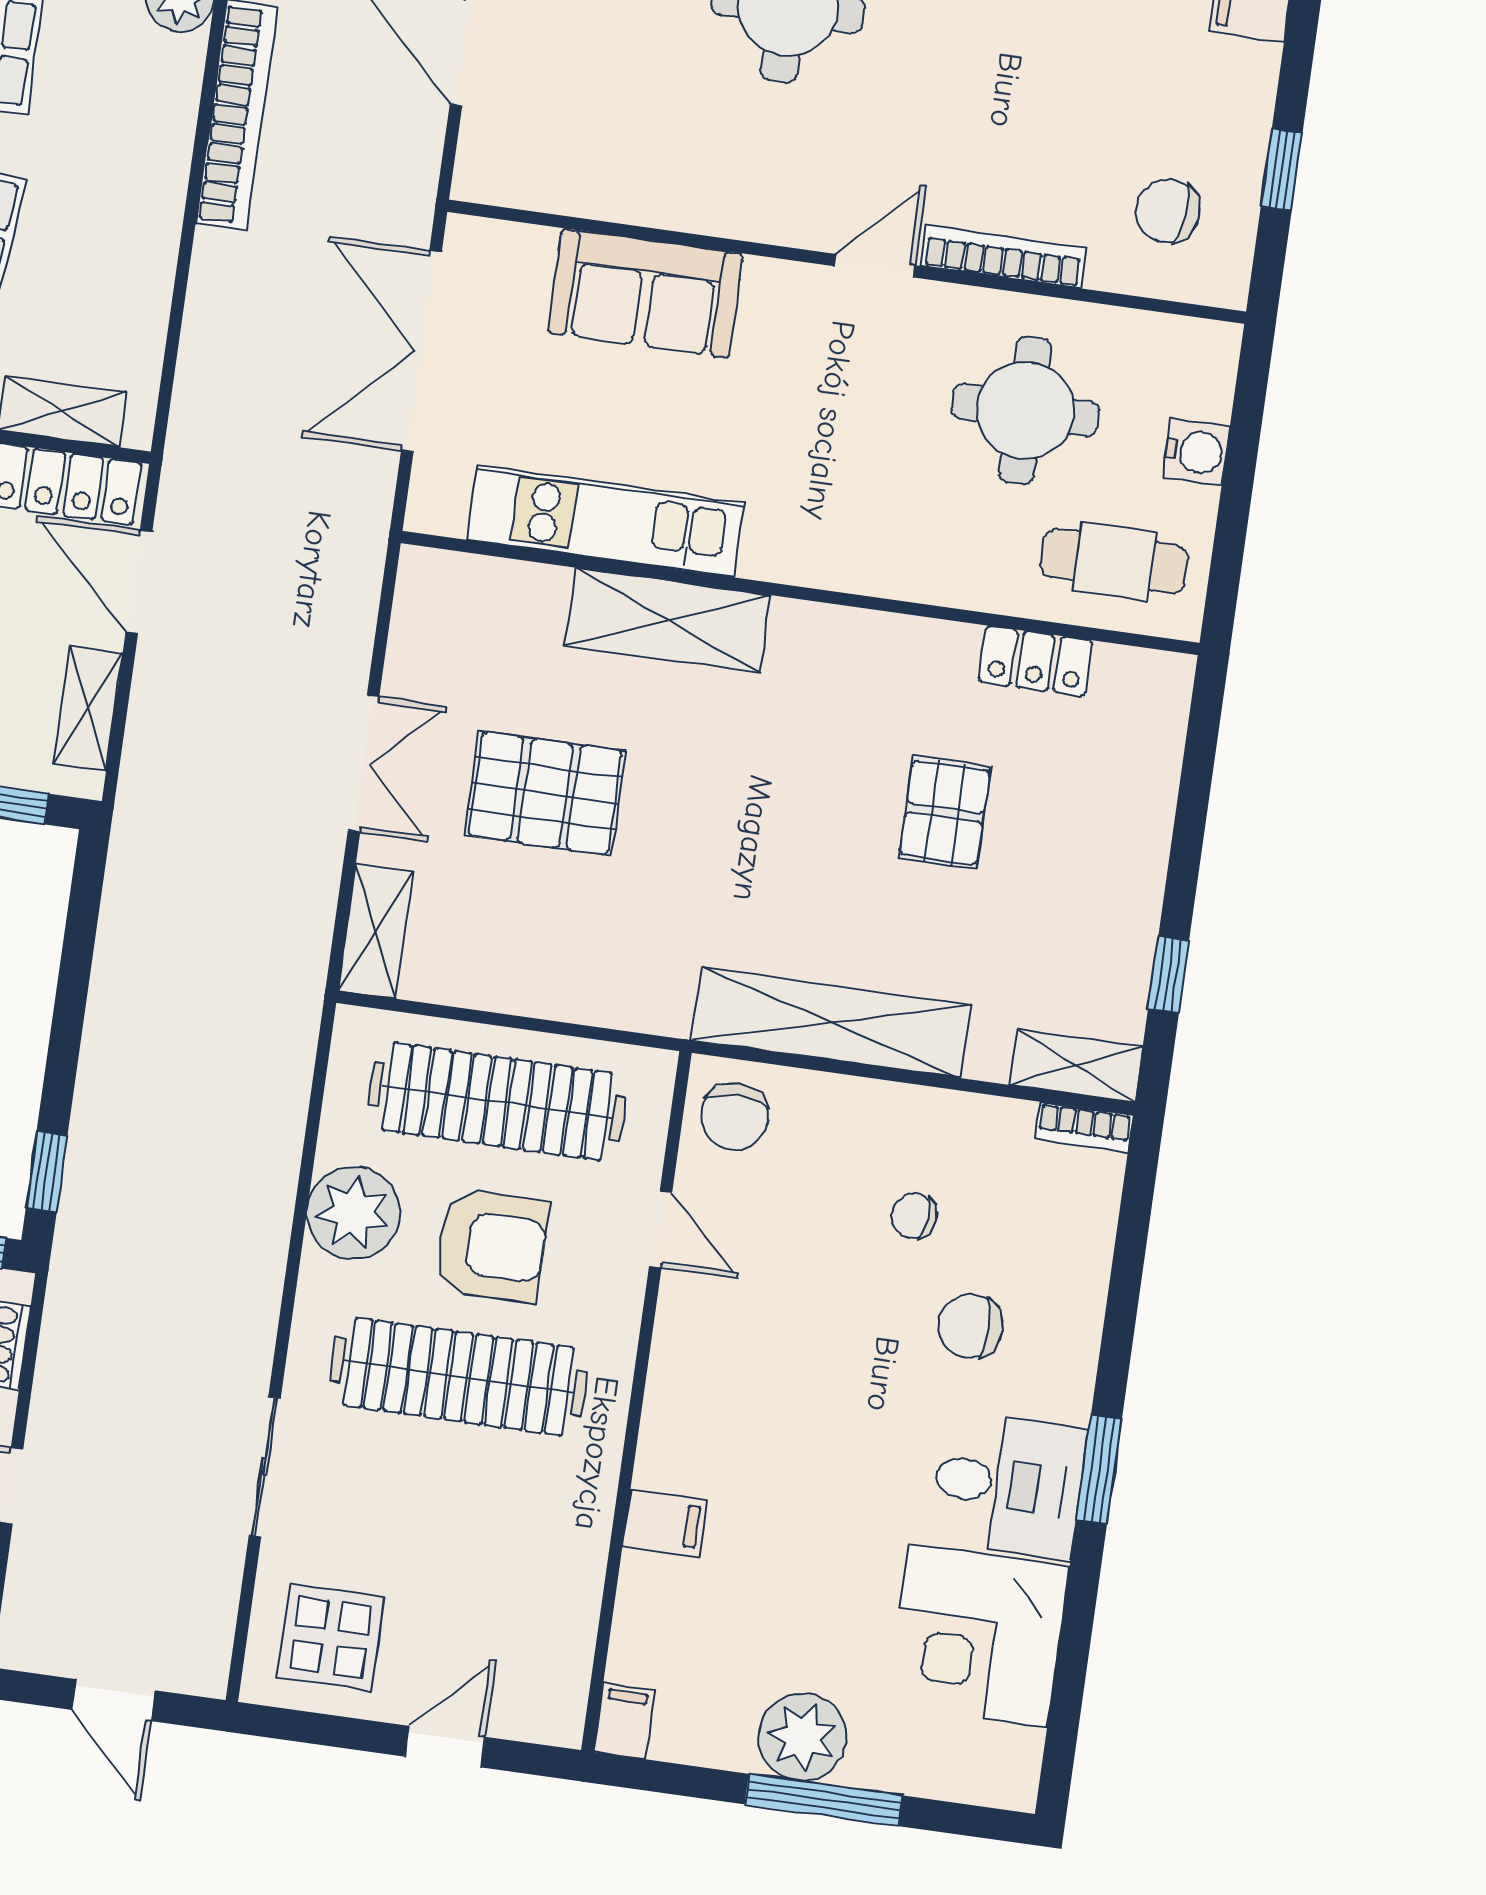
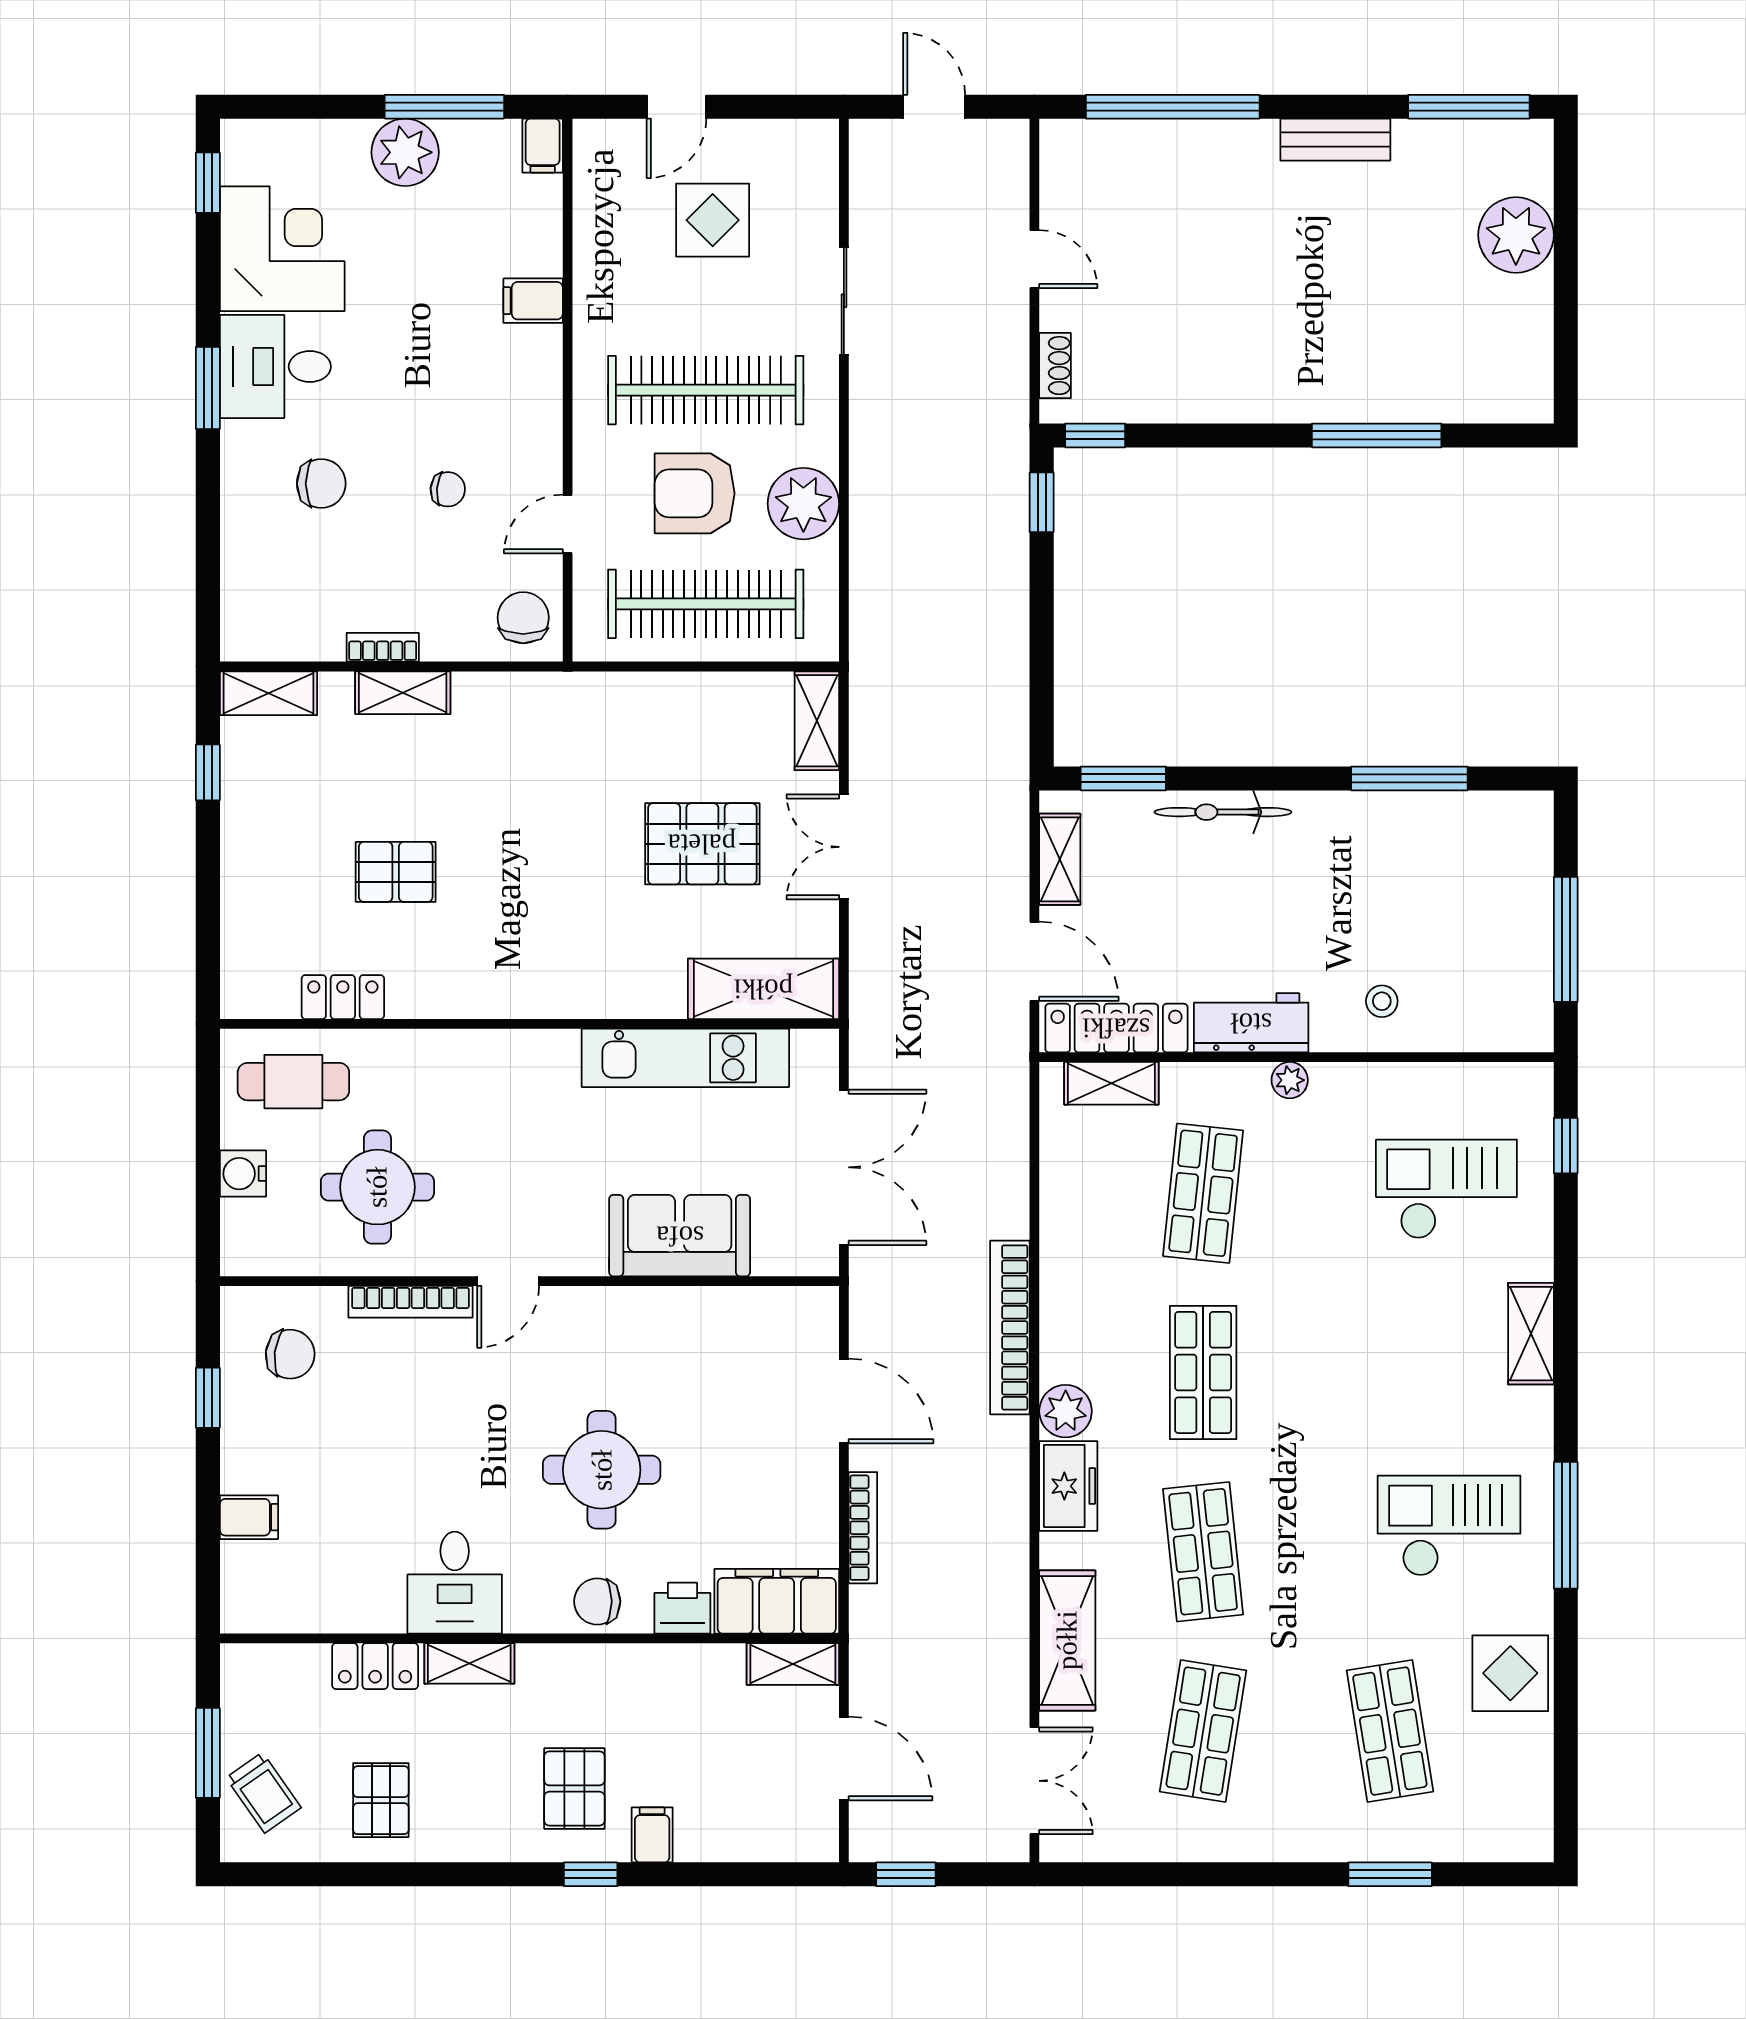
shelving: (668, 620) -> (763, 989), moved
pallet: (945, 813) -> (396, 872), turned 90
shelving: (831, 1023) -> (403, 693), width x0.45, depth x0.75
bookcase: (1084, 1127) -> (383, 647), moved
chair: (914, 1216) -> (448, 489), moved
door: (661, 1229) -> (568, 524), hinge flipped
display table: (331, 1637) -> (713, 220), moved
window: (1062, 1734) -> (208, 183), added
window: (824, 1800) -> (444, 107), moved

